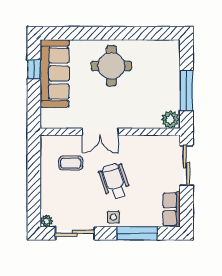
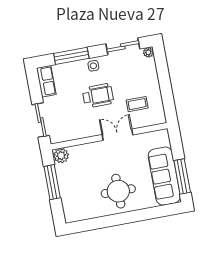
window: (34, 69) -> (182, 176), width x2.17
wheelchair: (115, 181) -> (98, 96), turned -71

